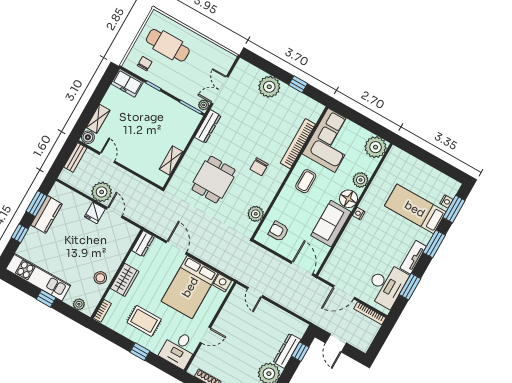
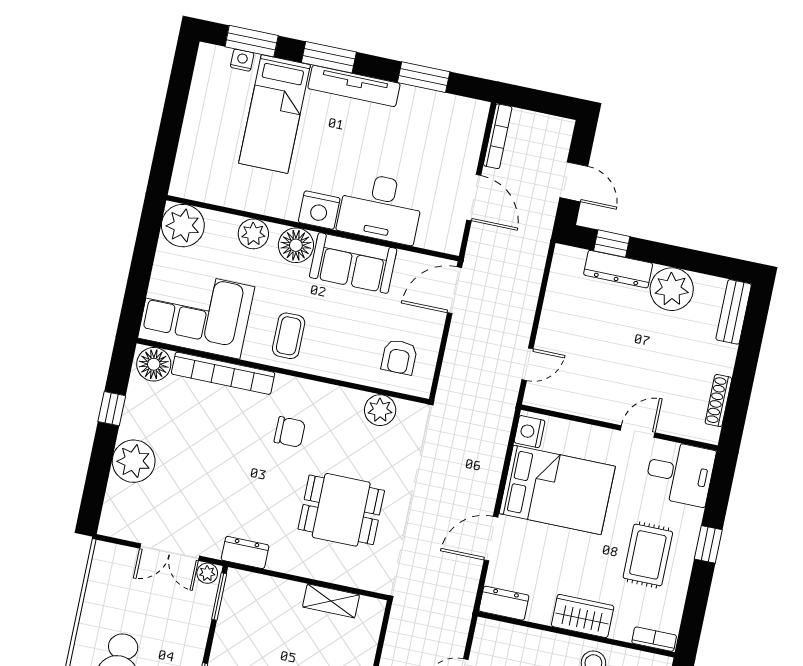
floor lamp: (313, 112) -> (154, 364), added
dresser: (208, 126) -> (245, 552), width x0.70
coffee table: (306, 181) -> (289, 336), turned 90
nightstand: (359, 214) -> (319, 210), width x1.89, depth x1.79
tv unit: (413, 257) -> (354, 86), width x1.41
desk: (386, 285) -> (381, 208), moved, turned 180
door: (205, 335) -> (638, 432), hinge flipped
door: (336, 343) -> (574, 182), hinge flipped

